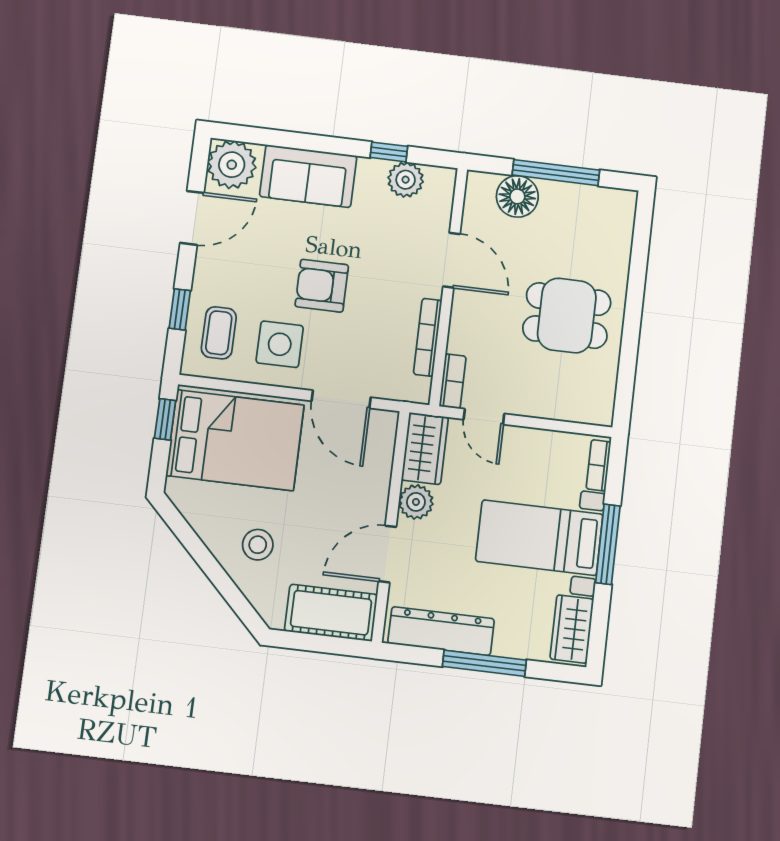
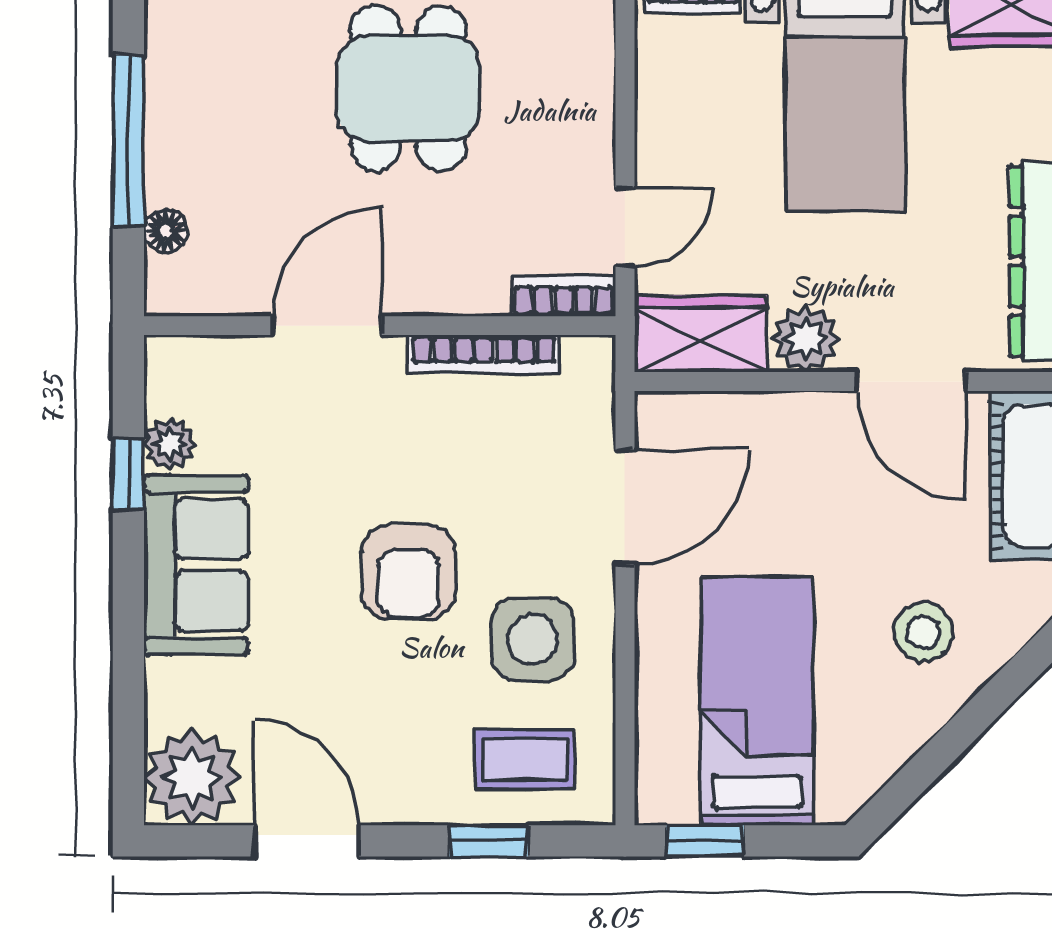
sofa: (308, 176) -> (196, 565), moved
plant: (406, 180) -> (170, 444), width x0.73, depth x0.73
floor lamp: (517, 196) -> (166, 231), width x0.53, depth x0.53
bed: (235, 440) -> (757, 701), width x0.67

